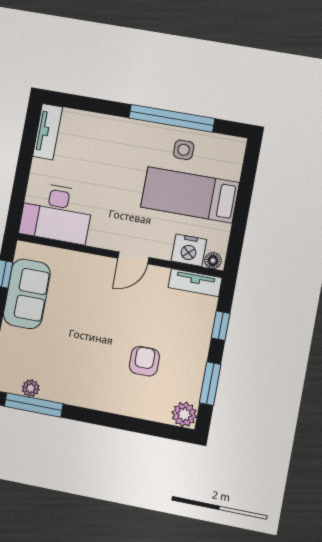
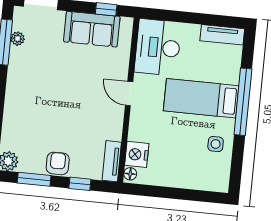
window: (172, 118) -> (243, 102), moved
bed: (190, 195) -> (201, 98), moved, turned -90
door: (133, 258) -> (129, 94), moved
armchair: (144, 361) -> (58, 163), moved, turned -90

